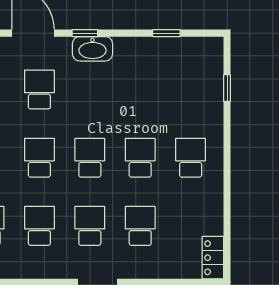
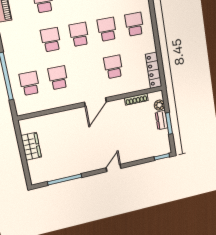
school desk: (90, 226) -> (86, 72), removed
locker: (213, 258) -> (154, 70), width x1.53

